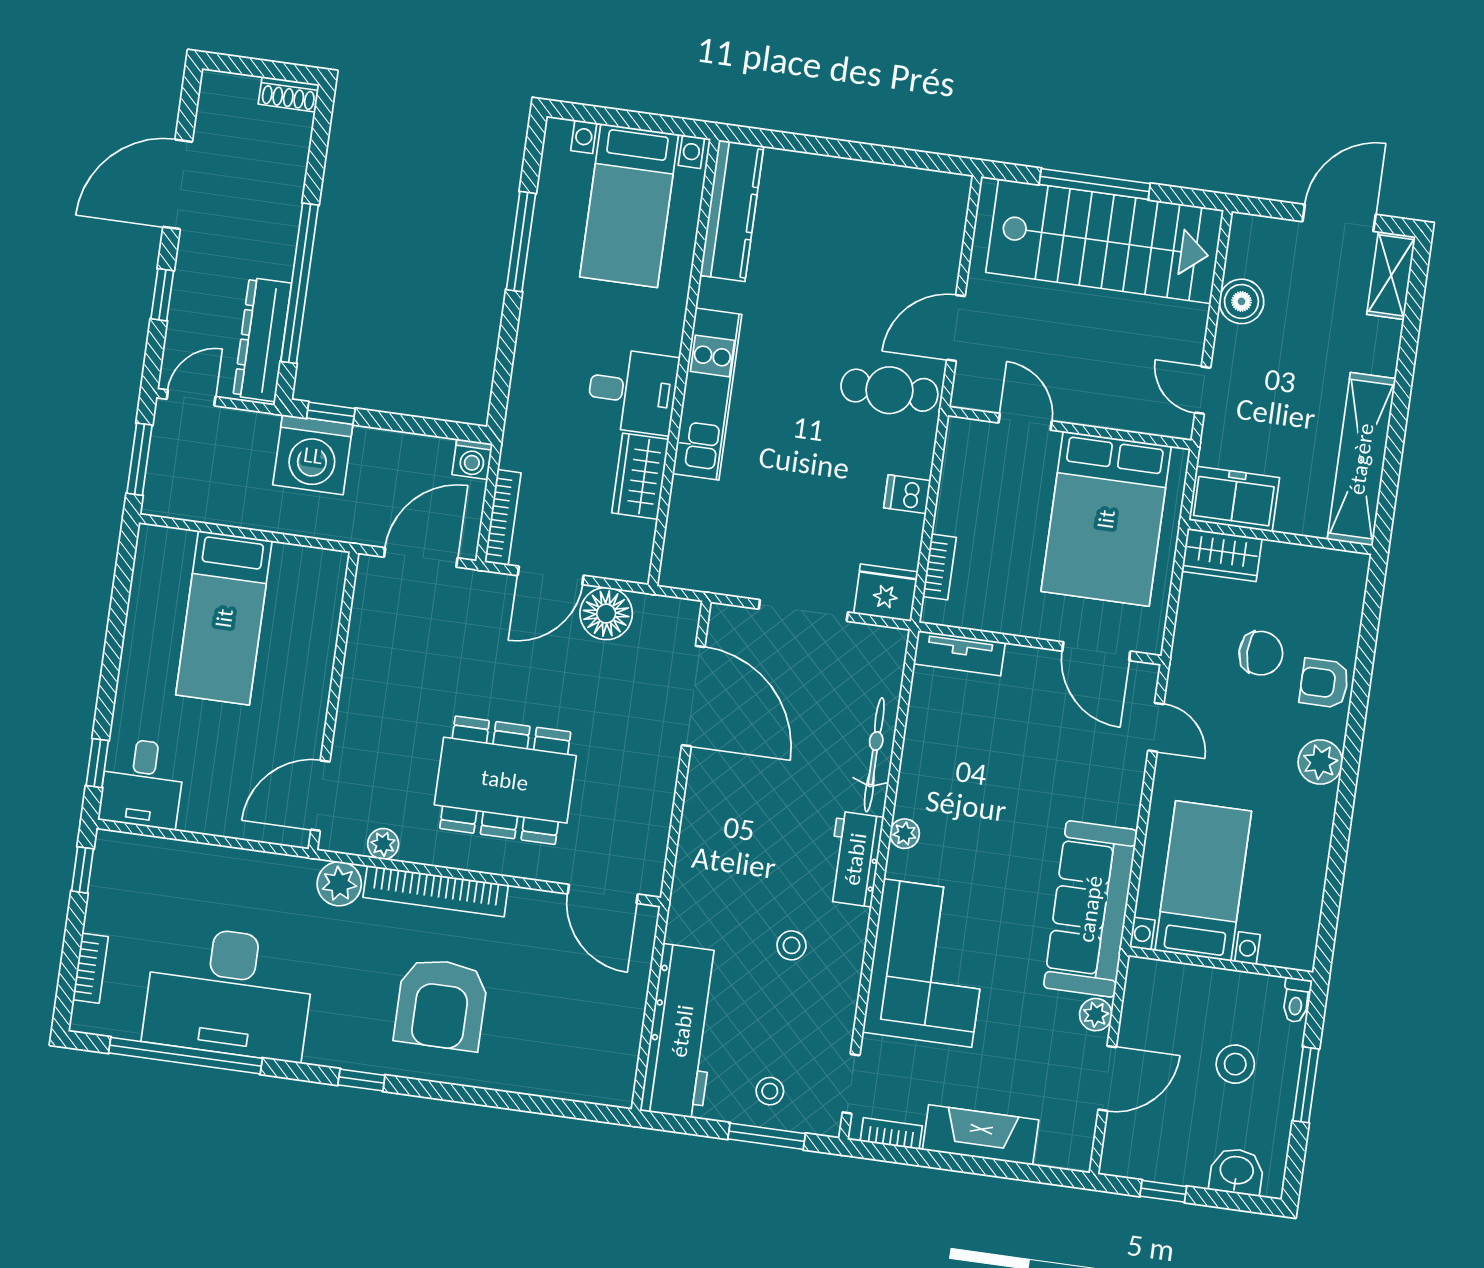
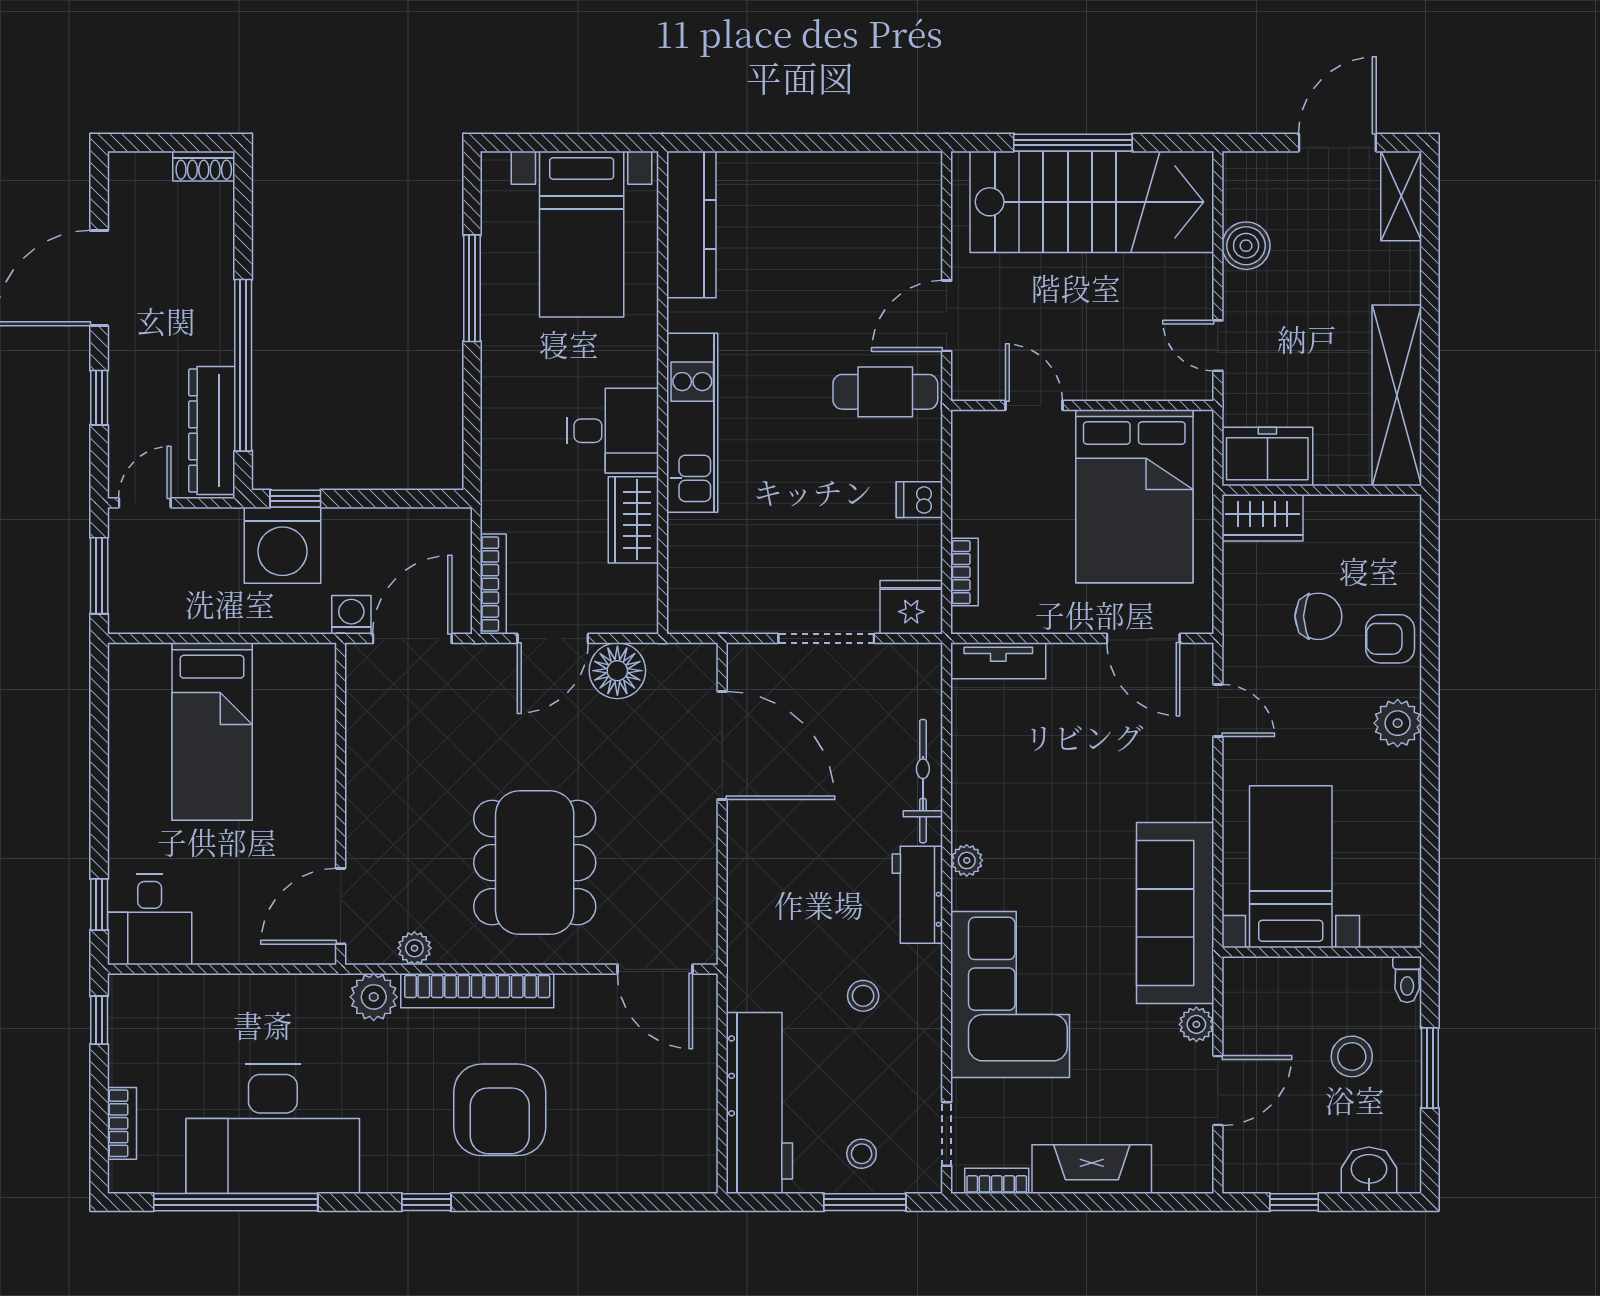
washing machine: (472, 459) -> (351, 615), moved, turned 180
dining table: (505, 780) -> (535, 863), turned 90

